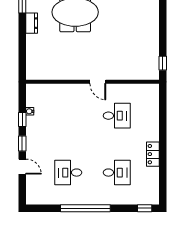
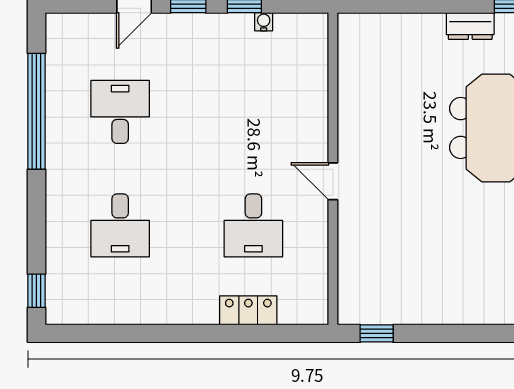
door: (98, 82) -> (333, 181), hinge flipped
locker: (153, 154) -> (248, 310), moved
window: (85, 208) -> (36, 111), moved

